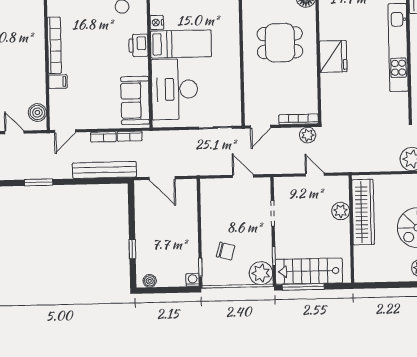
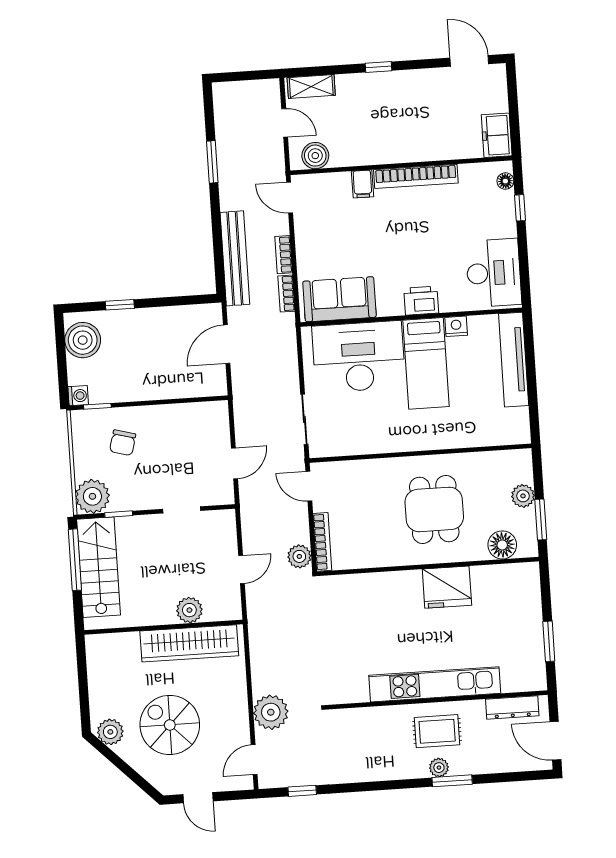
fridge: (333, 56) -> (447, 587), moved
door: (14, 132) -> (285, 123), hinge flipped
boiler: (150, 281) -> (83, 340), width x1.86, depth x1.86

